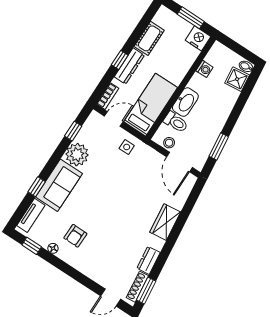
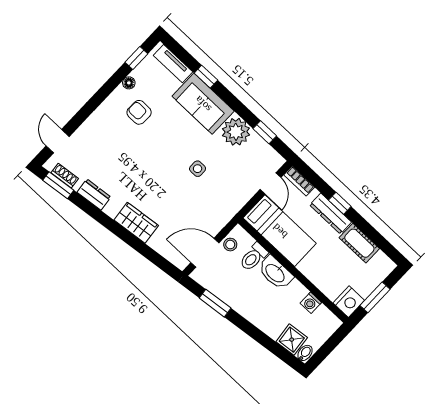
side table: (127, 147) -> (198, 169), moved
shoe rack: (137, 287) -> (65, 176), width x0.70

